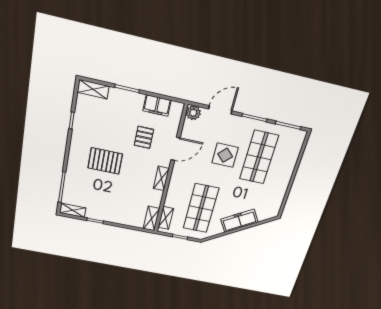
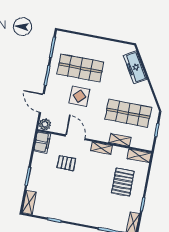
filing cabinet: (157, 105) -> (42, 142), moved
pallet: (105, 161) -> (123, 182), moved
shelving: (166, 218) -> (120, 140), moved
freezer: (239, 221) -> (135, 67), moved

